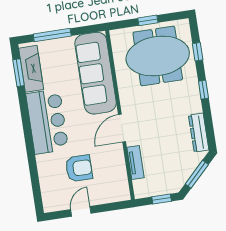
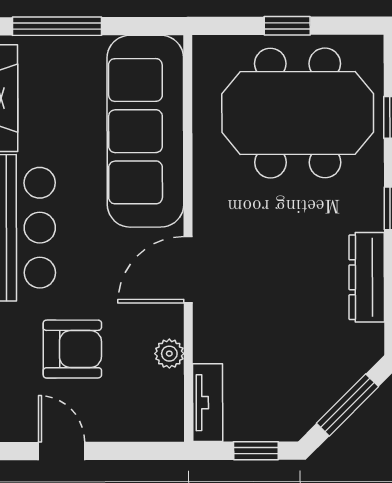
dresser: (199, 133) -> (367, 277), moved
tv unit: (135, 162) -> (208, 403), moved
plant: (119, 164) -> (169, 354), added
door: (81, 211) -> (62, 451), hinge flipped

